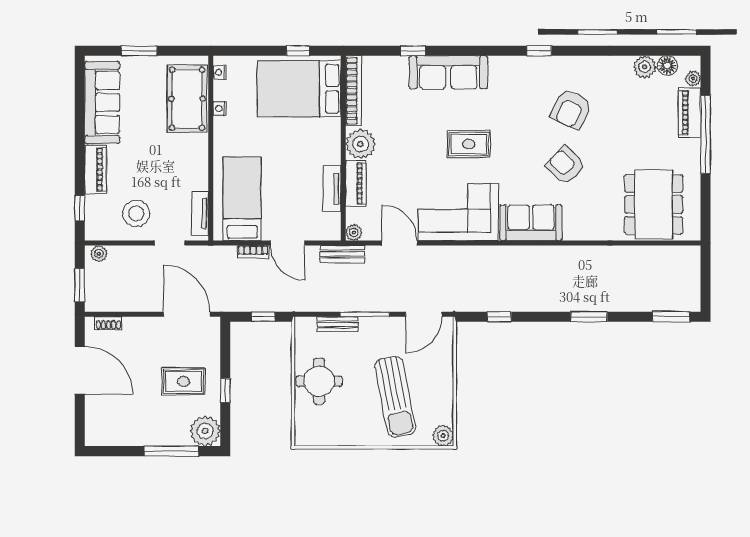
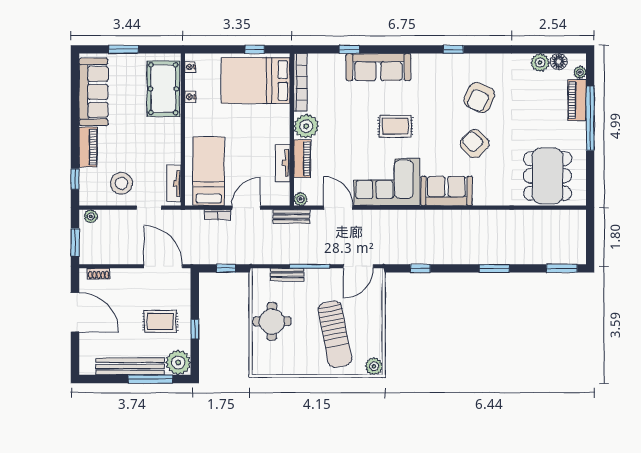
door: (288, 243) -> (246, 208), swing flipped
bench: (147, 436) -> (130, 366), added

